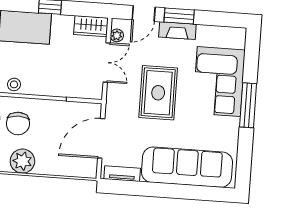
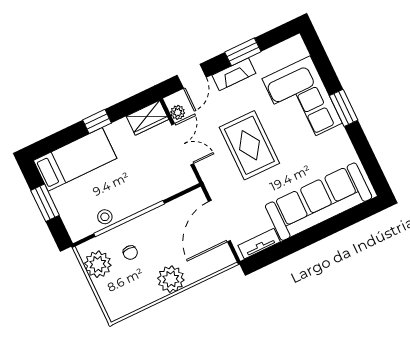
window: (179, 16) -> (243, 52), moved
window: (248, 105) -> (344, 108), width x0.69
chair: (18, 124) -> (130, 253), width x0.54, depth x0.54
plant: (22, 161) -> (171, 279), moved

